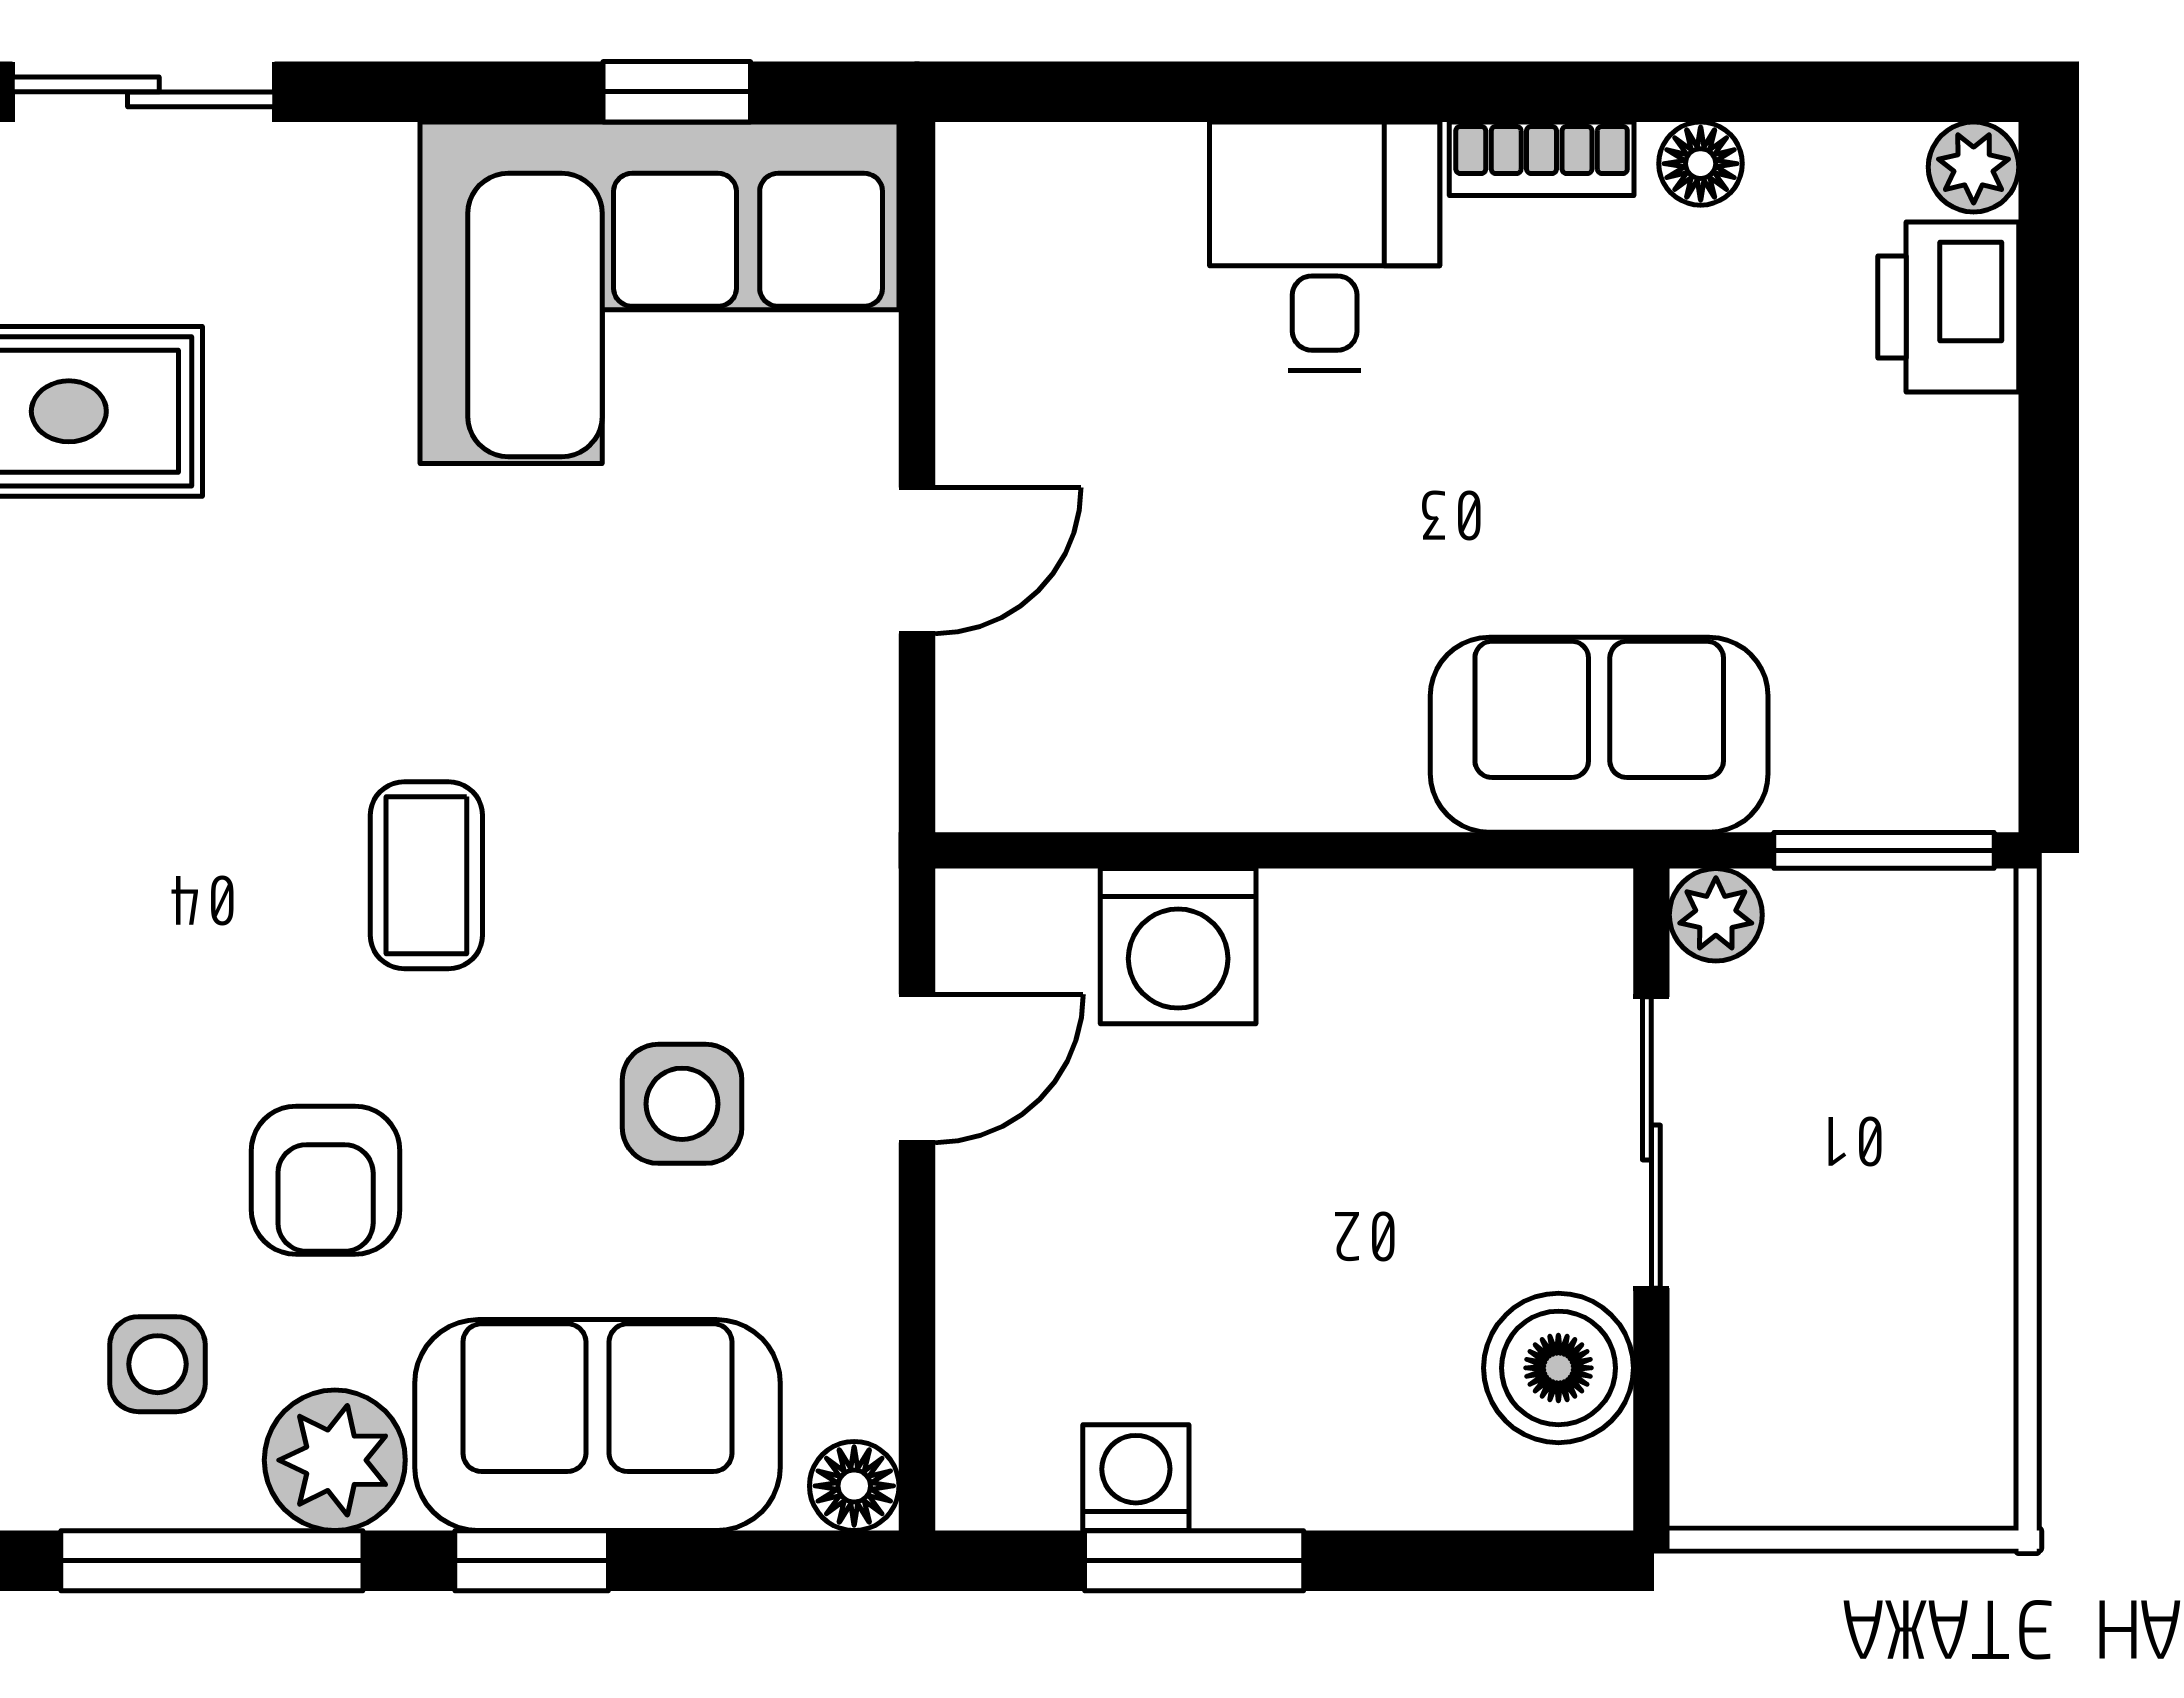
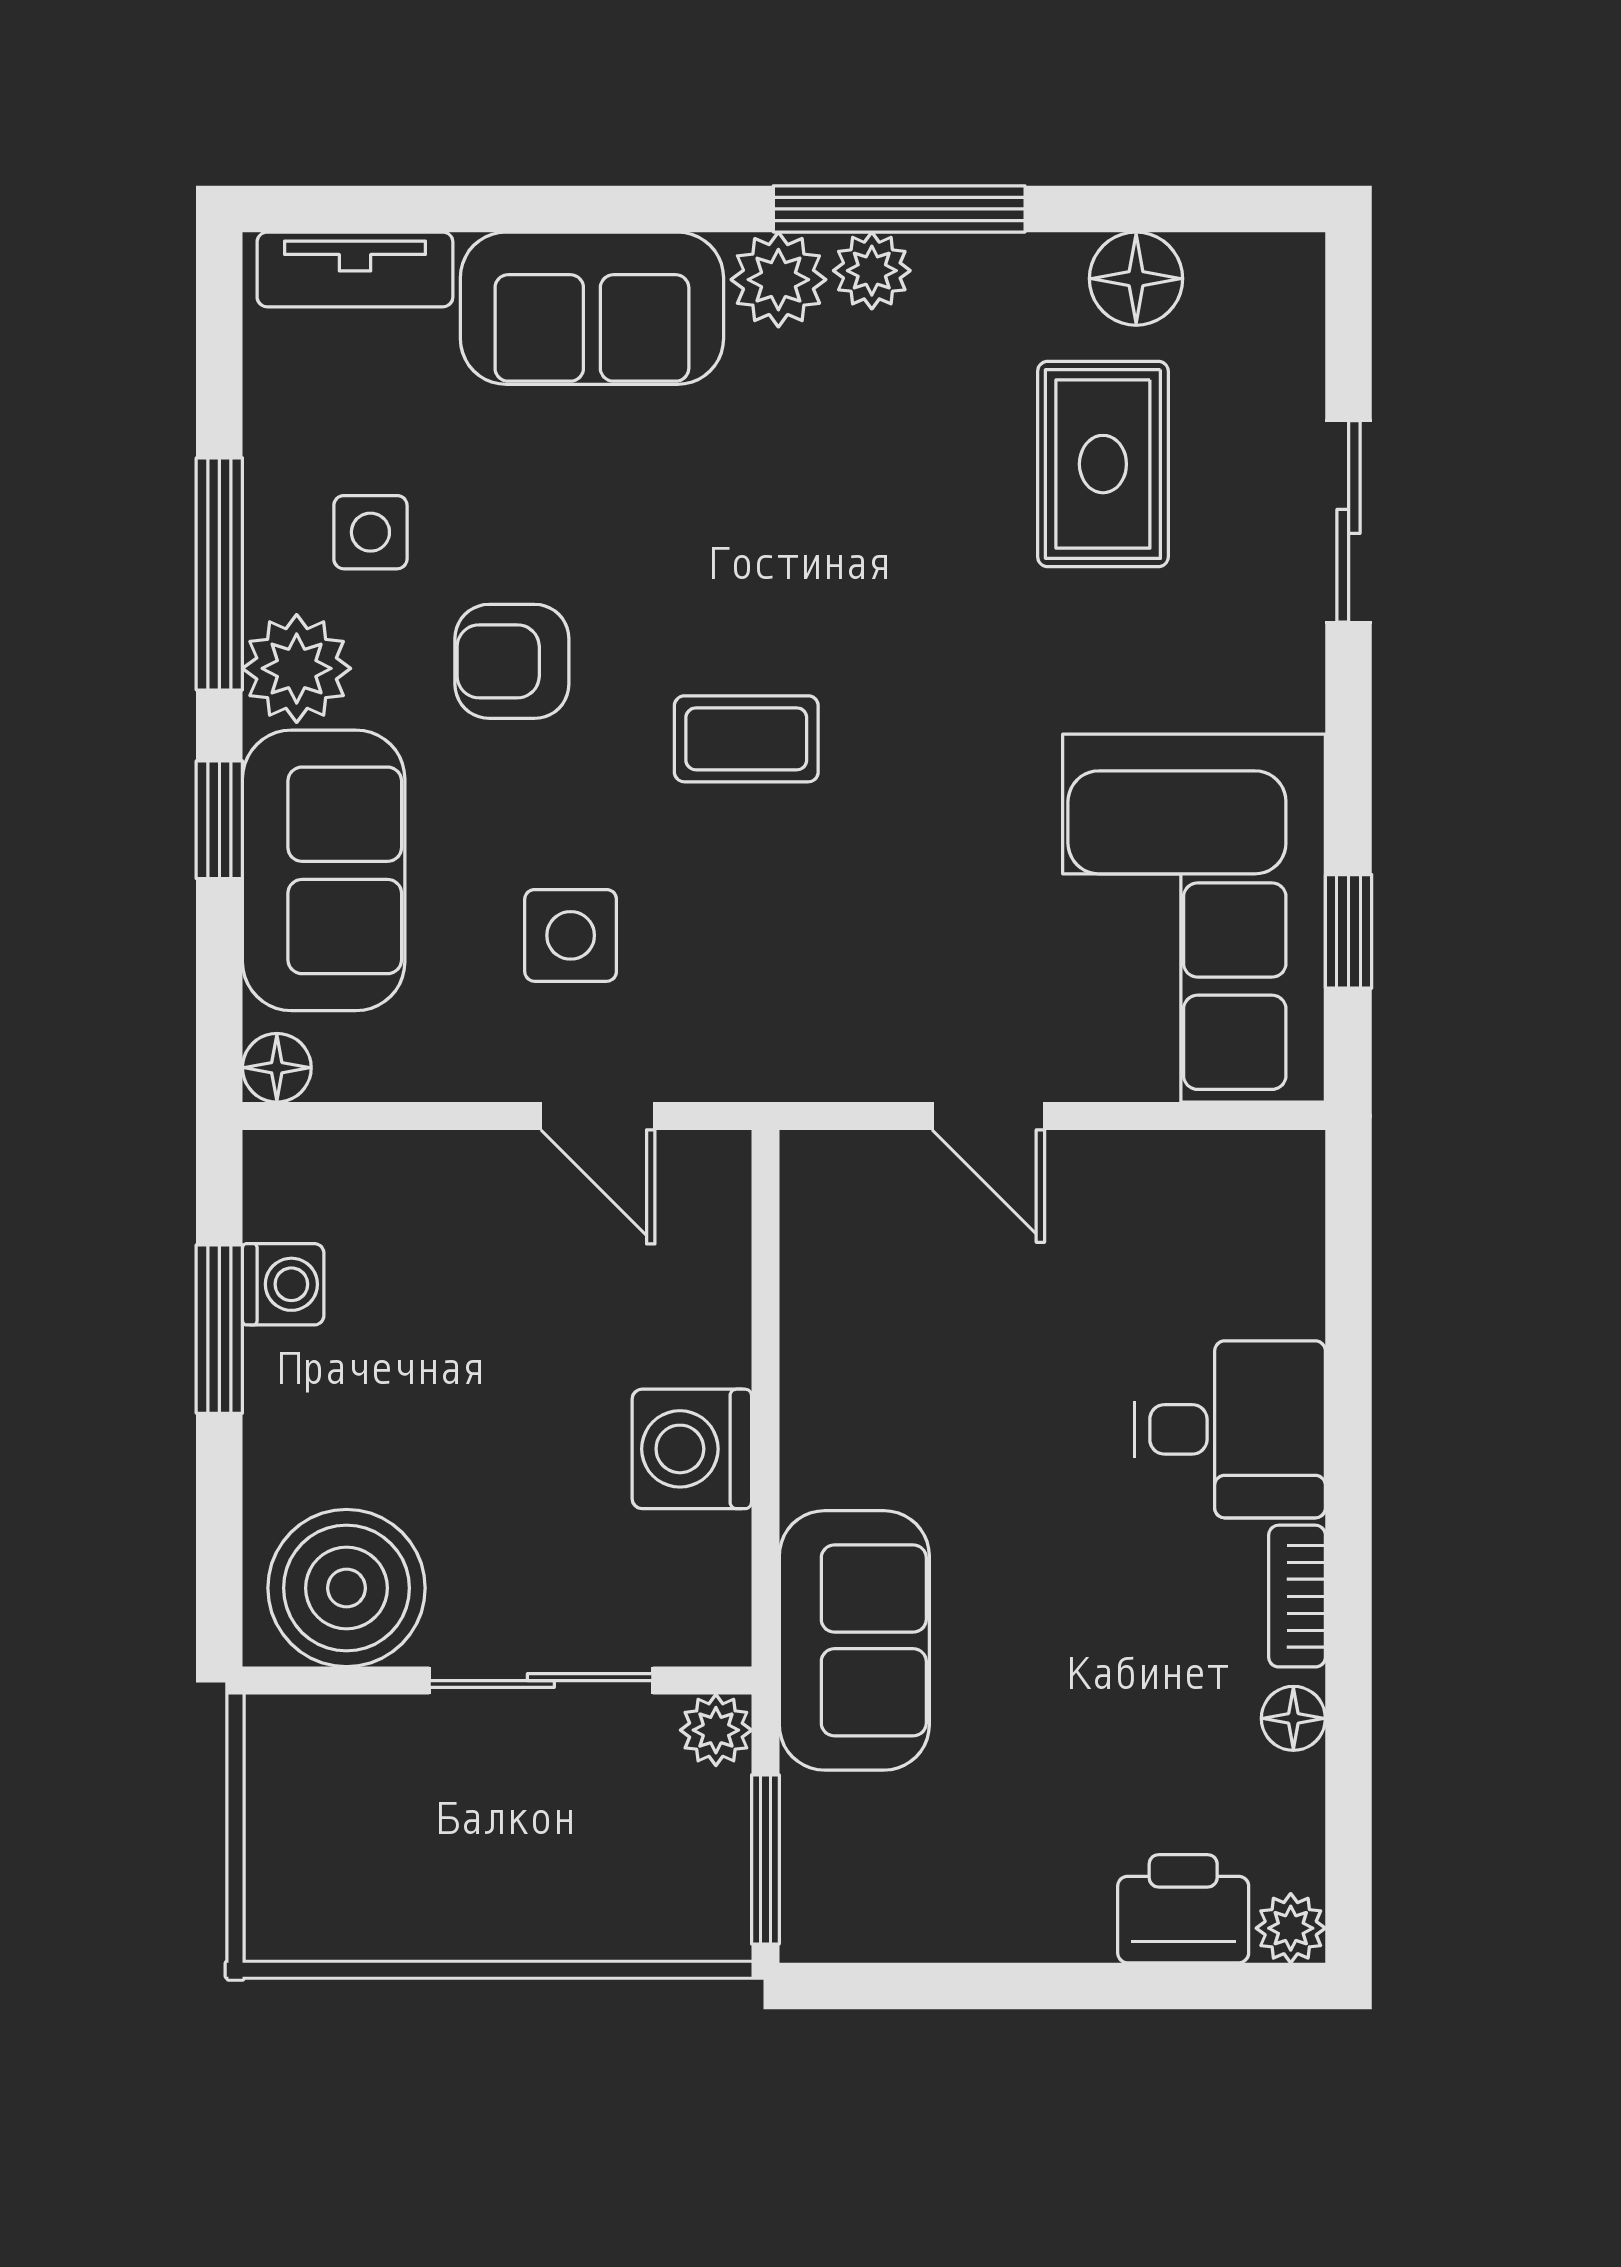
washing machine: (1178, 946) -> (692, 1449), moved
boiler: (1558, 1368) -> (346, 1588), width x1.37, depth x1.37

